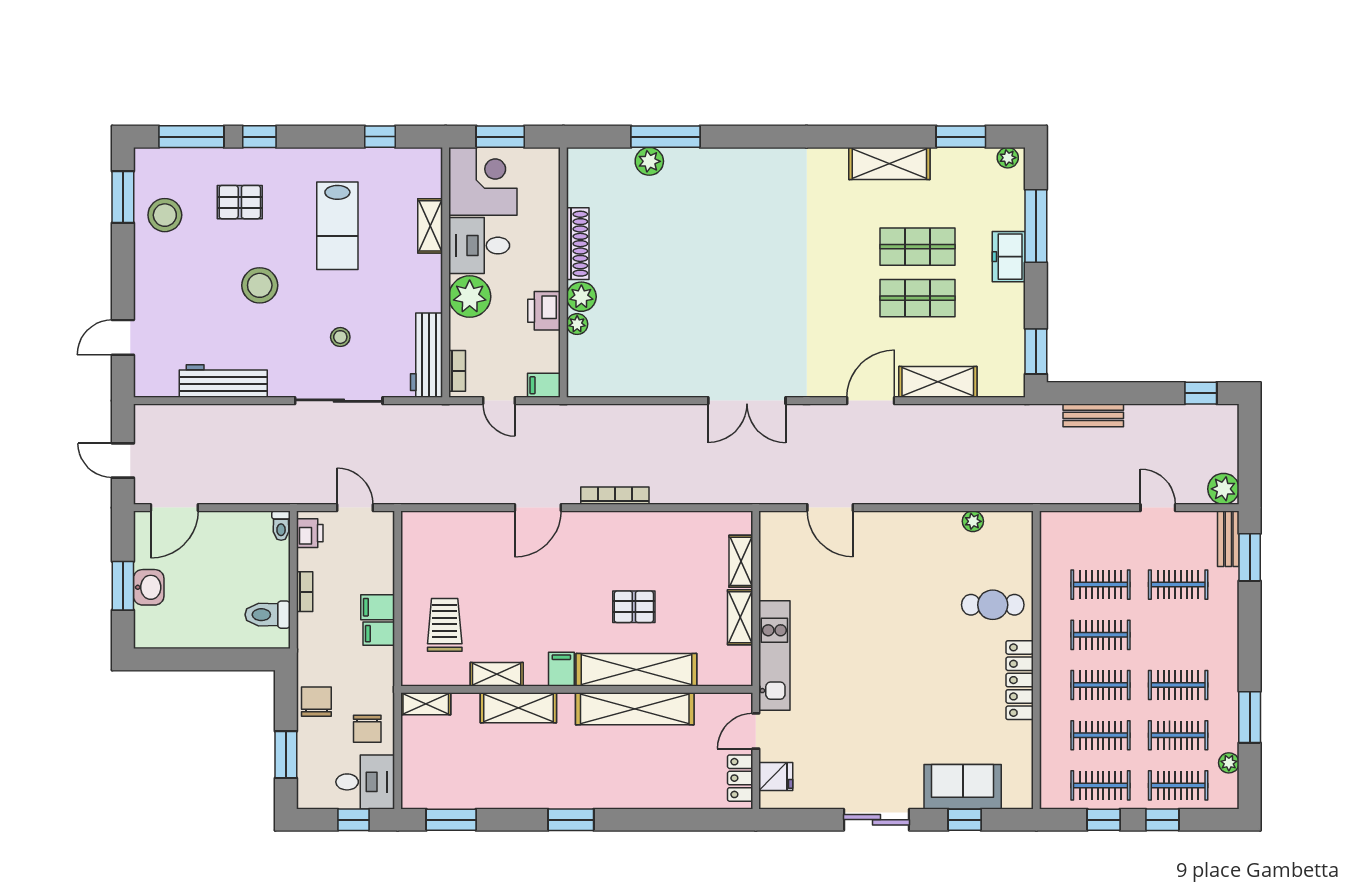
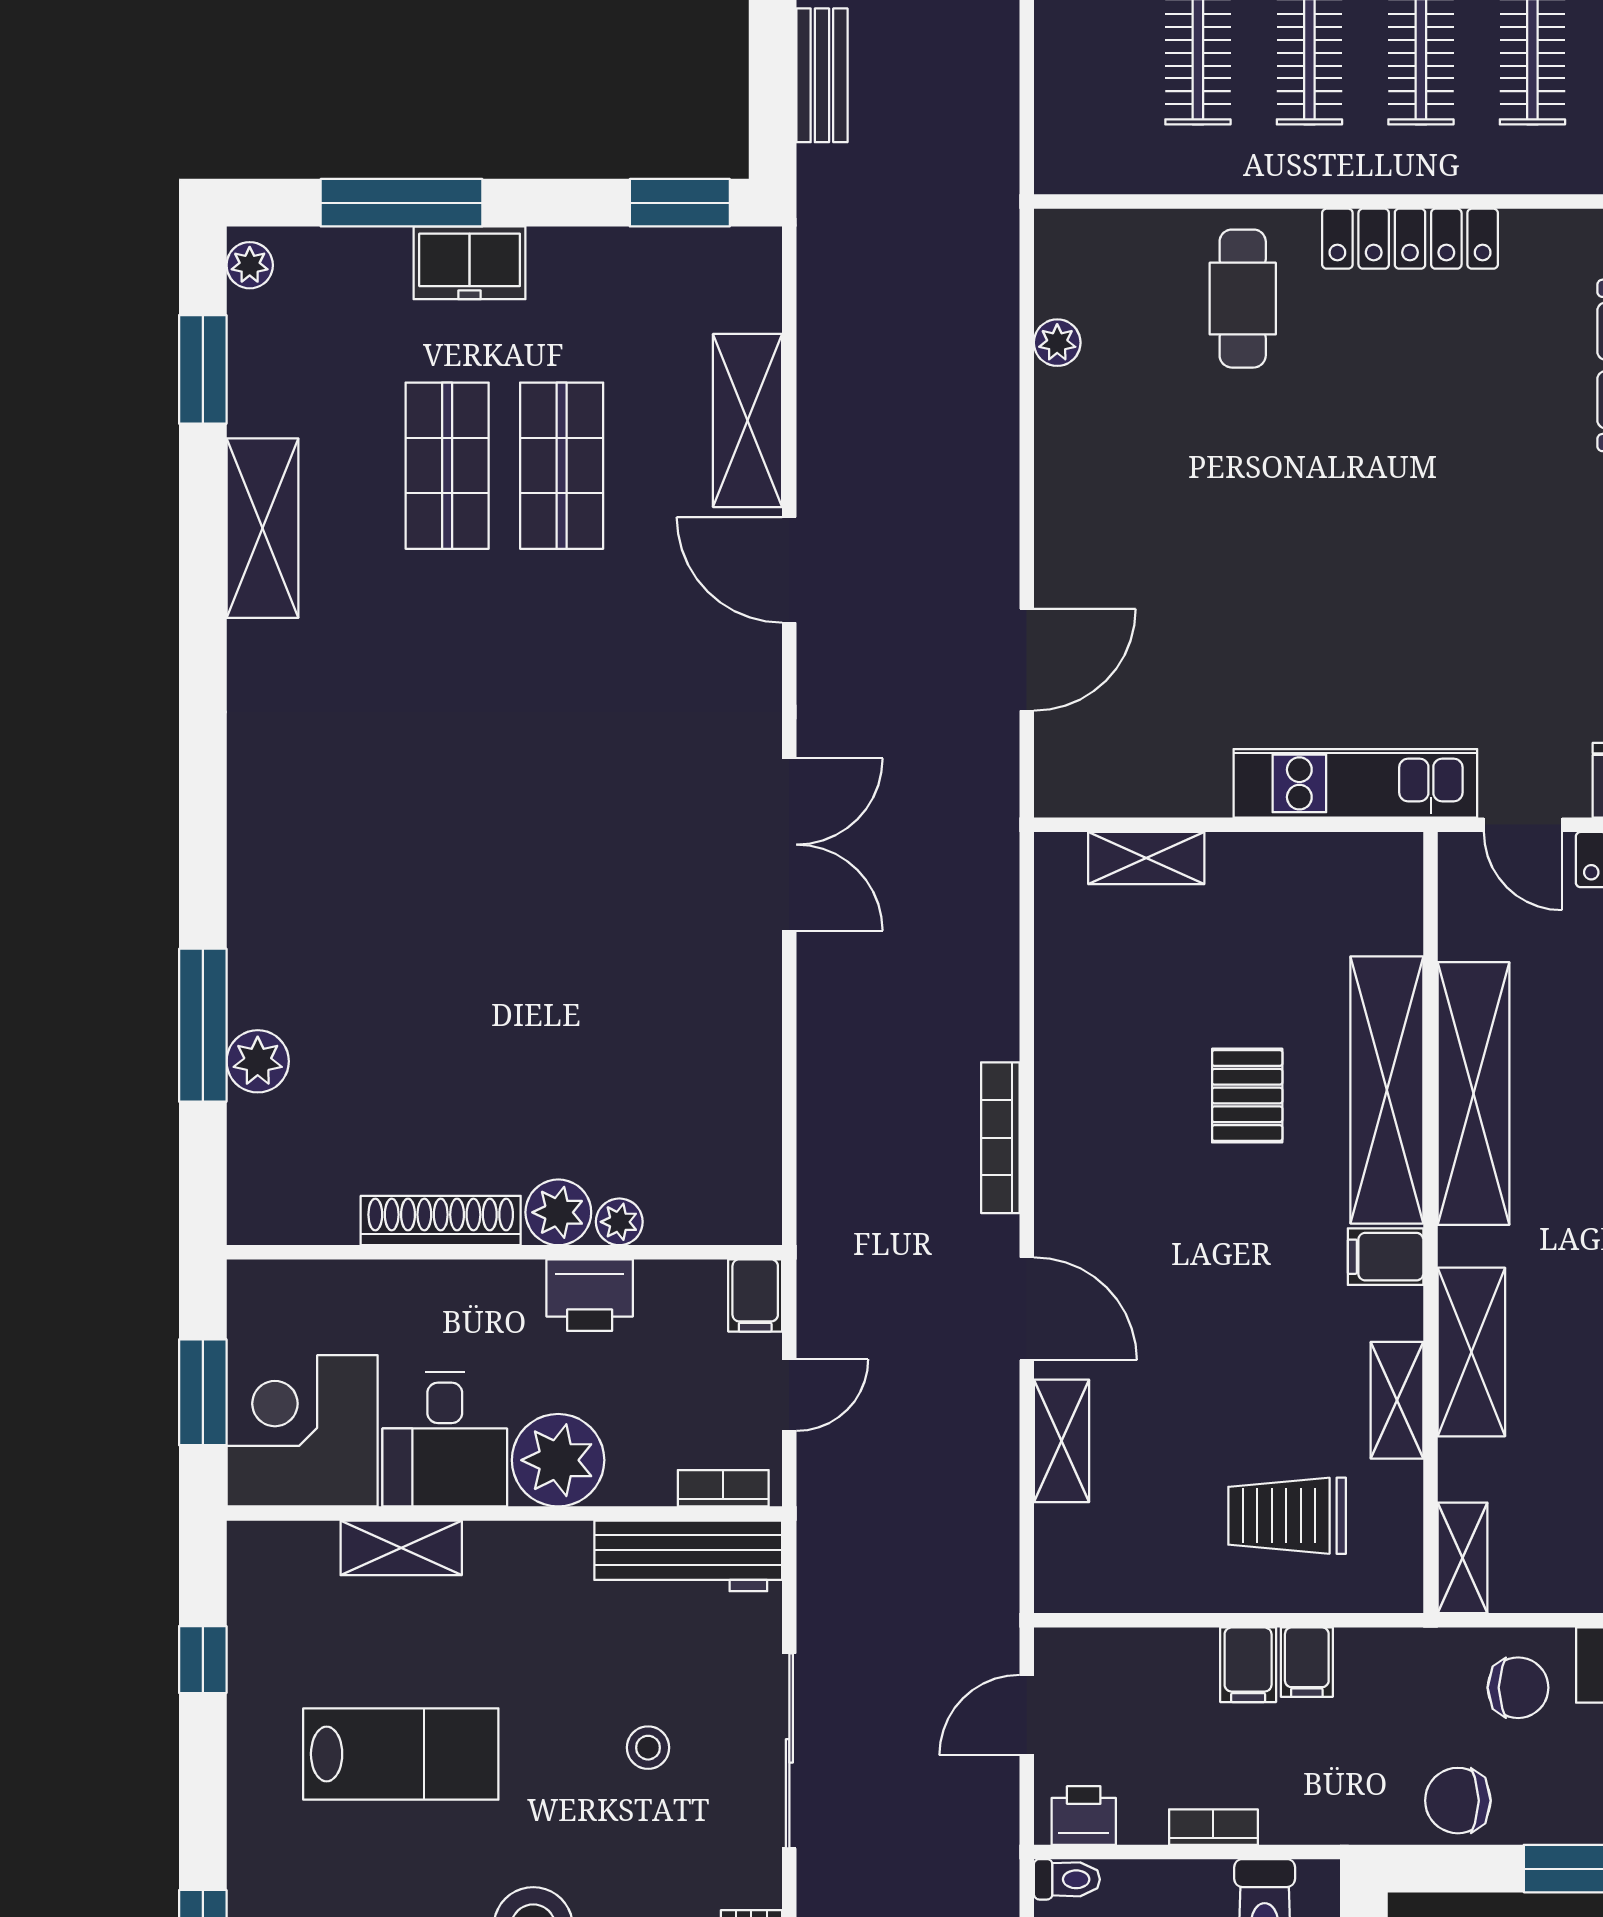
shelving: (740, 617) -> (1061, 1441), moved, turned 90

